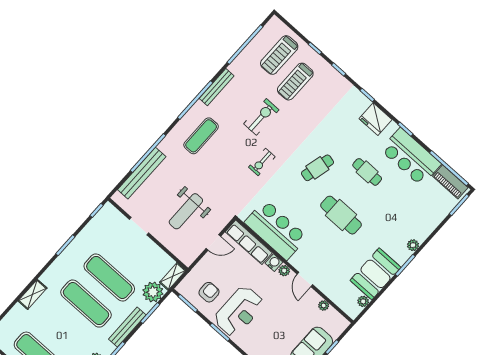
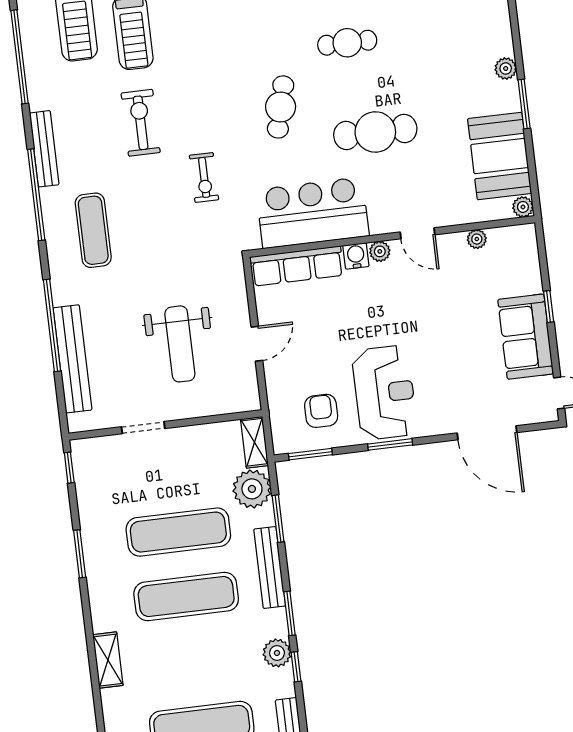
bar counter: (276, 230) -> (313, 213), moved
row of seats: (249, 242) -> (297, 266), moved
water cooler: (274, 263) -> (356, 256), moved
wall: (295, 270) -> (392, 236), moved
plant: (284, 271) -> (380, 251), moved
door: (305, 279) -> (417, 233), moved
plant: (324, 305) -> (477, 239), moved

